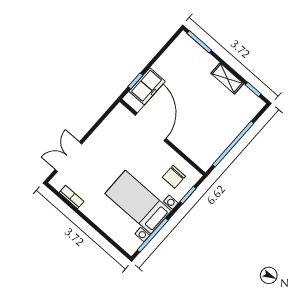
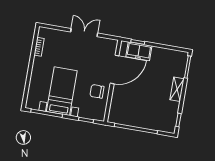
shelving: (227, 78) -> (177, 89), moved
double door: (68, 157) -> (84, 33), moved
chair: (174, 177) -> (97, 91), moved

